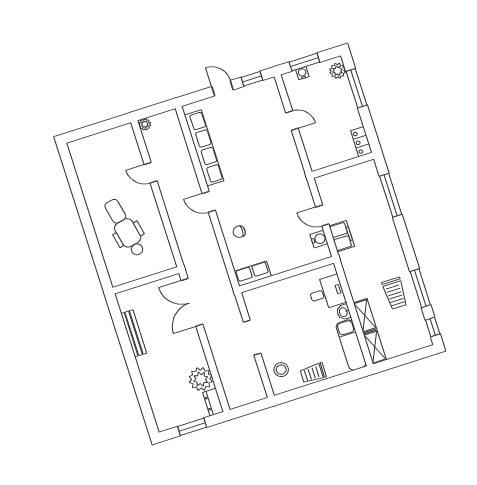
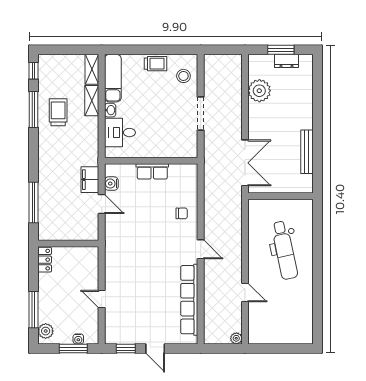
row of seats: (253, 274) -> (152, 171), moved
dresser: (213, 402) -> (286, 61), moved, turned 90

